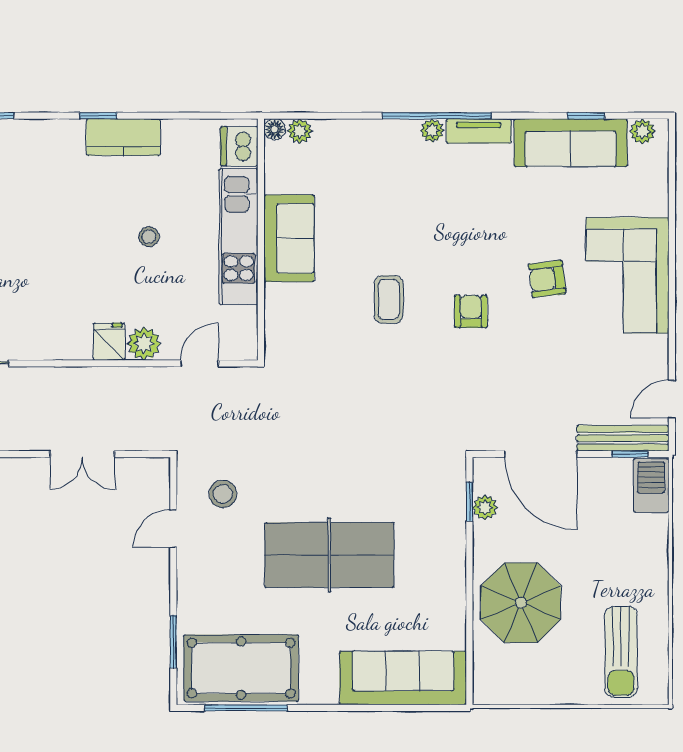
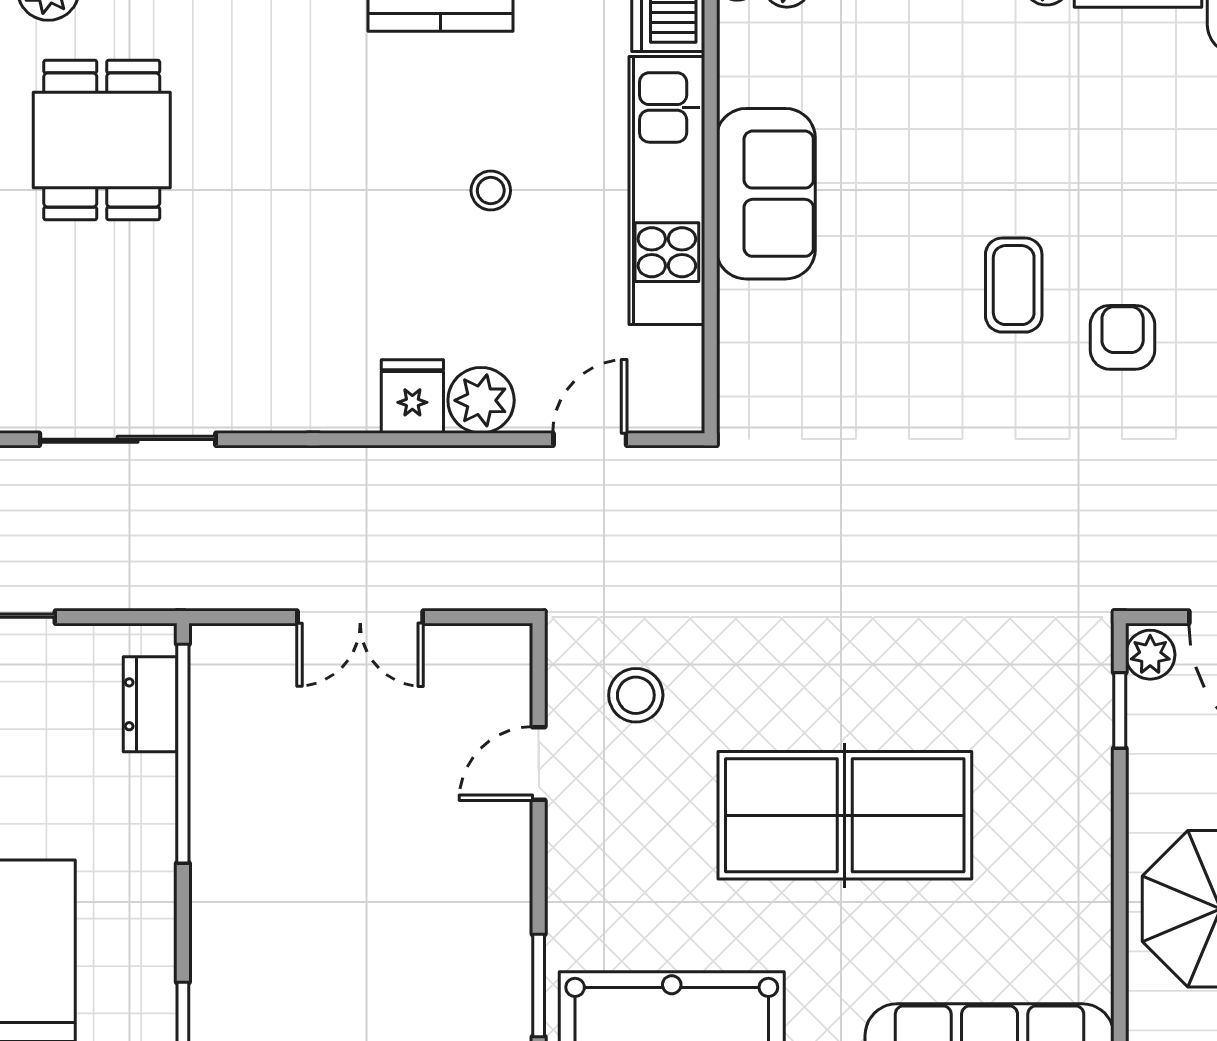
coffee table: (389, 299) -> (1014, 285), moved
plant: (485, 507) -> (1150, 655), moved

